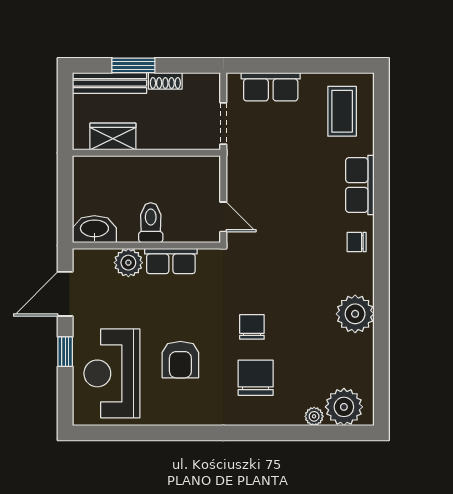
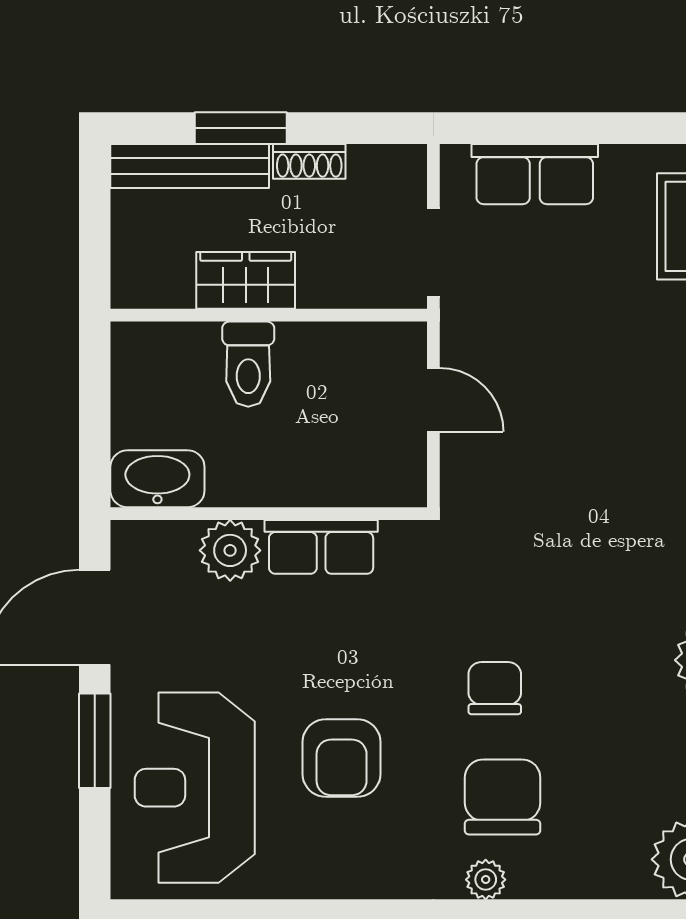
wardrobe: (113, 137) -> (246, 280), moved
door: (223, 217) -> (433, 400), moved
toilet: (151, 223) -> (248, 364), moved, turned 180
window: (65, 352) -> (95, 741), width x1.50
plant: (314, 416) -> (486, 880), moved

